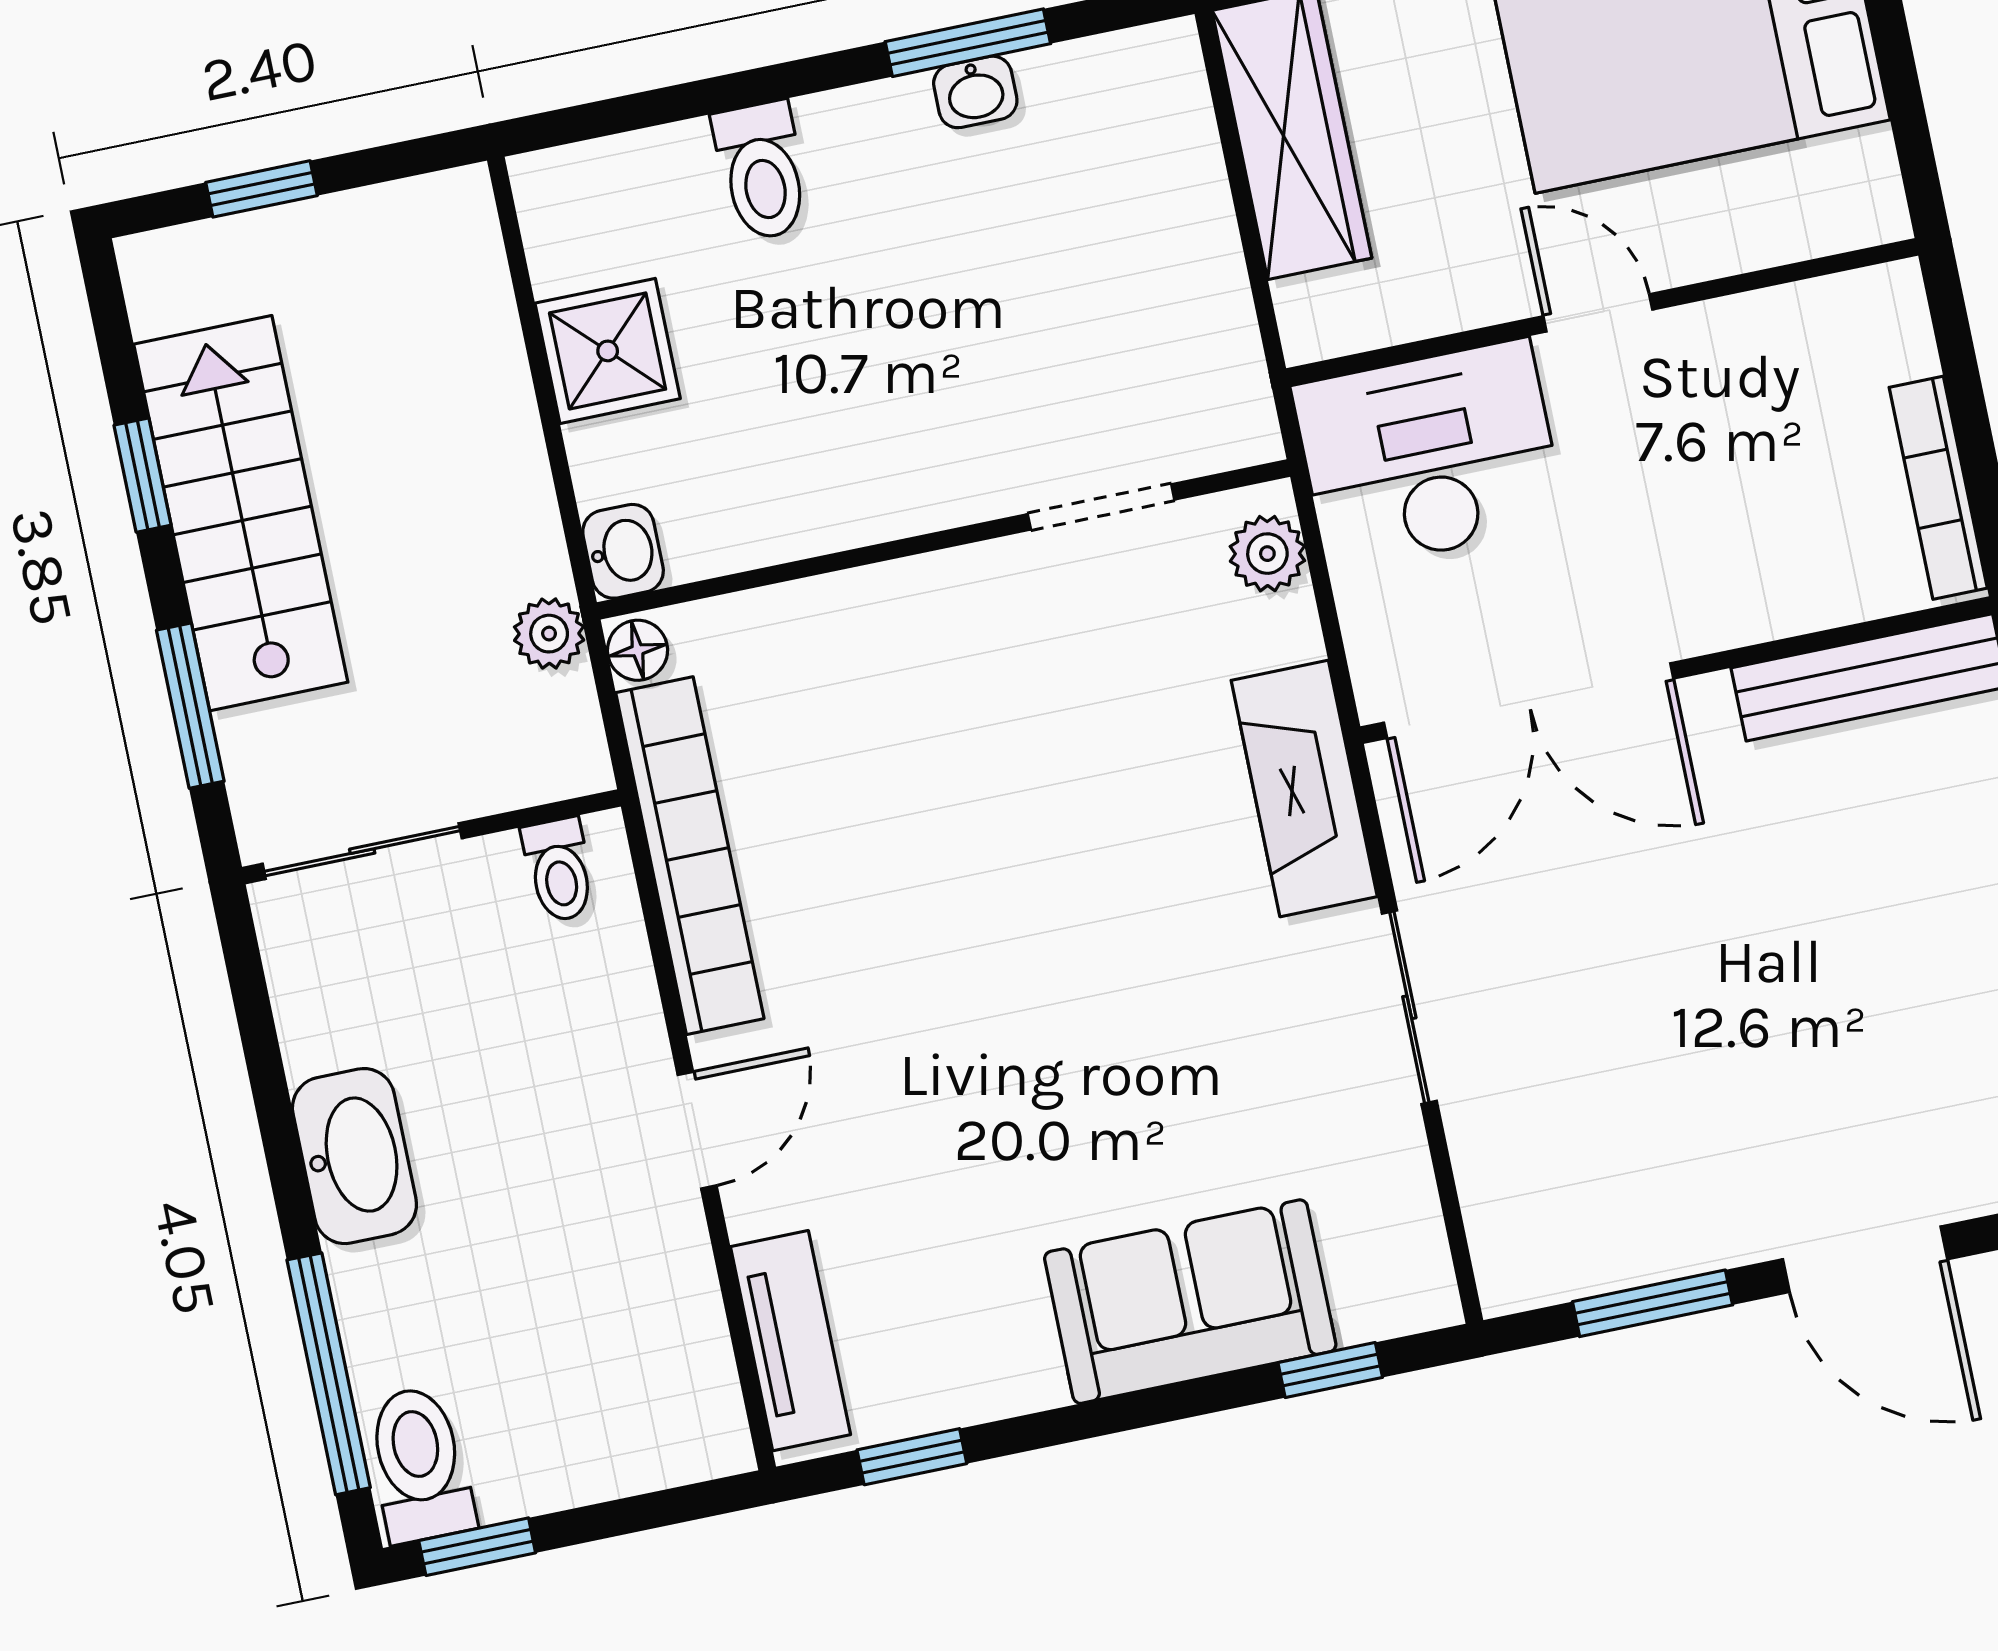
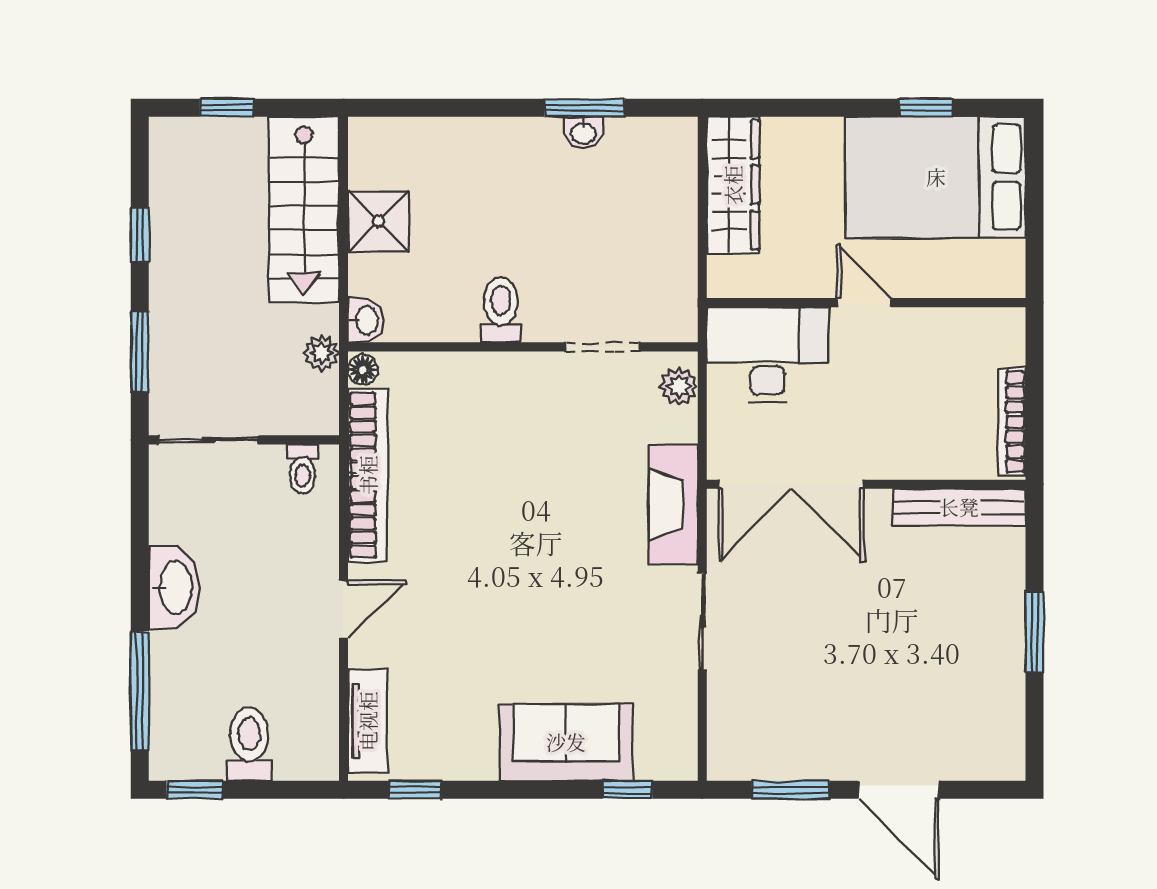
toilet: (762, 171) -> (501, 310), moved, turned 180
stairs: (241, 513) -> (304, 210), moved, turned 180
toilet: (420, 1464) -> (249, 744), moved

